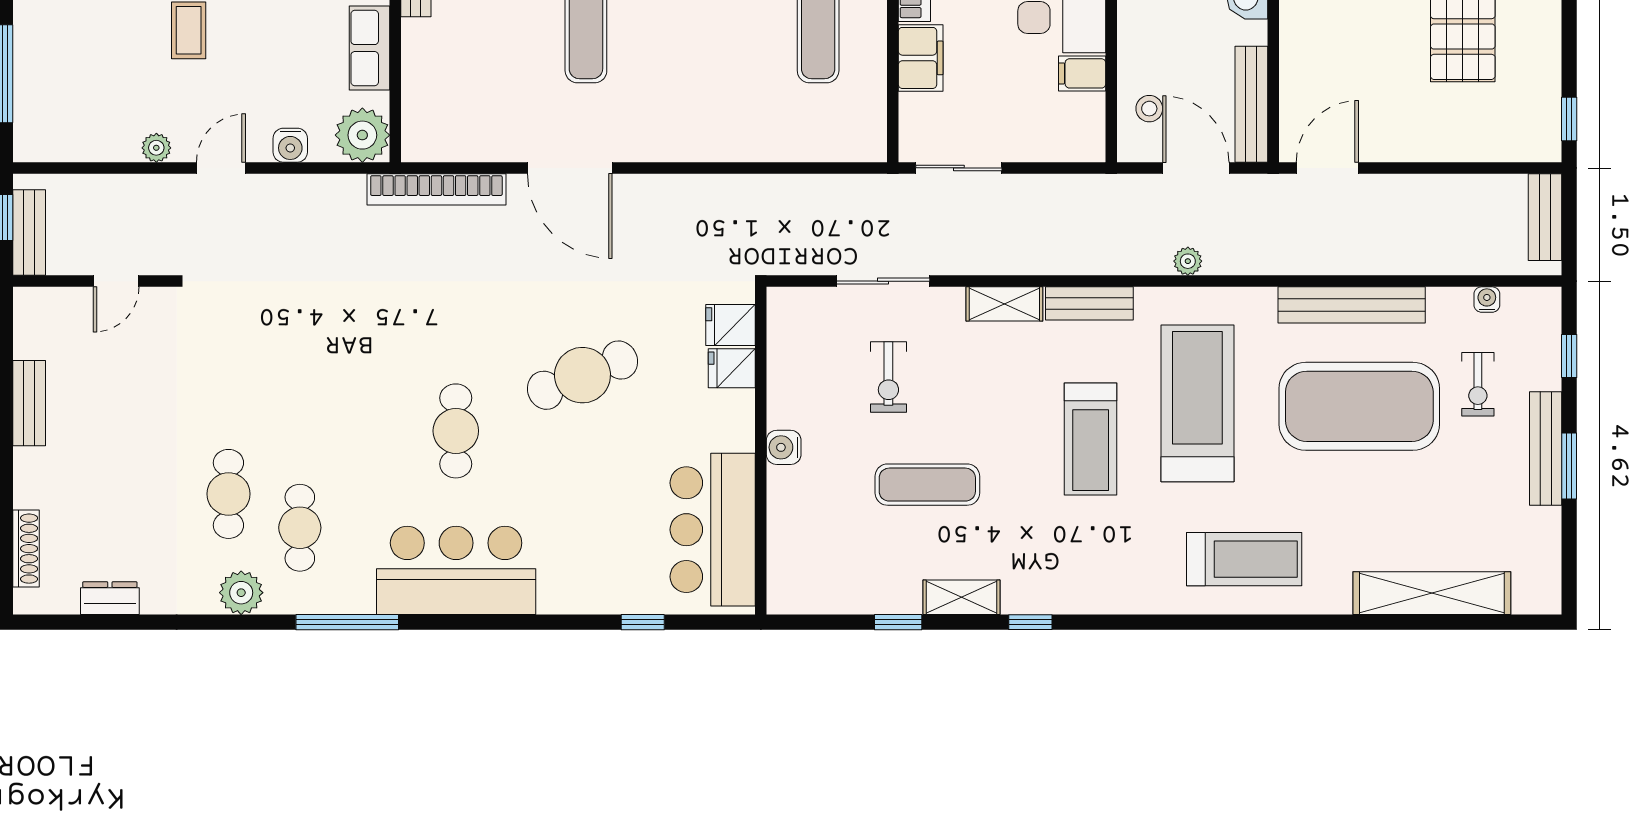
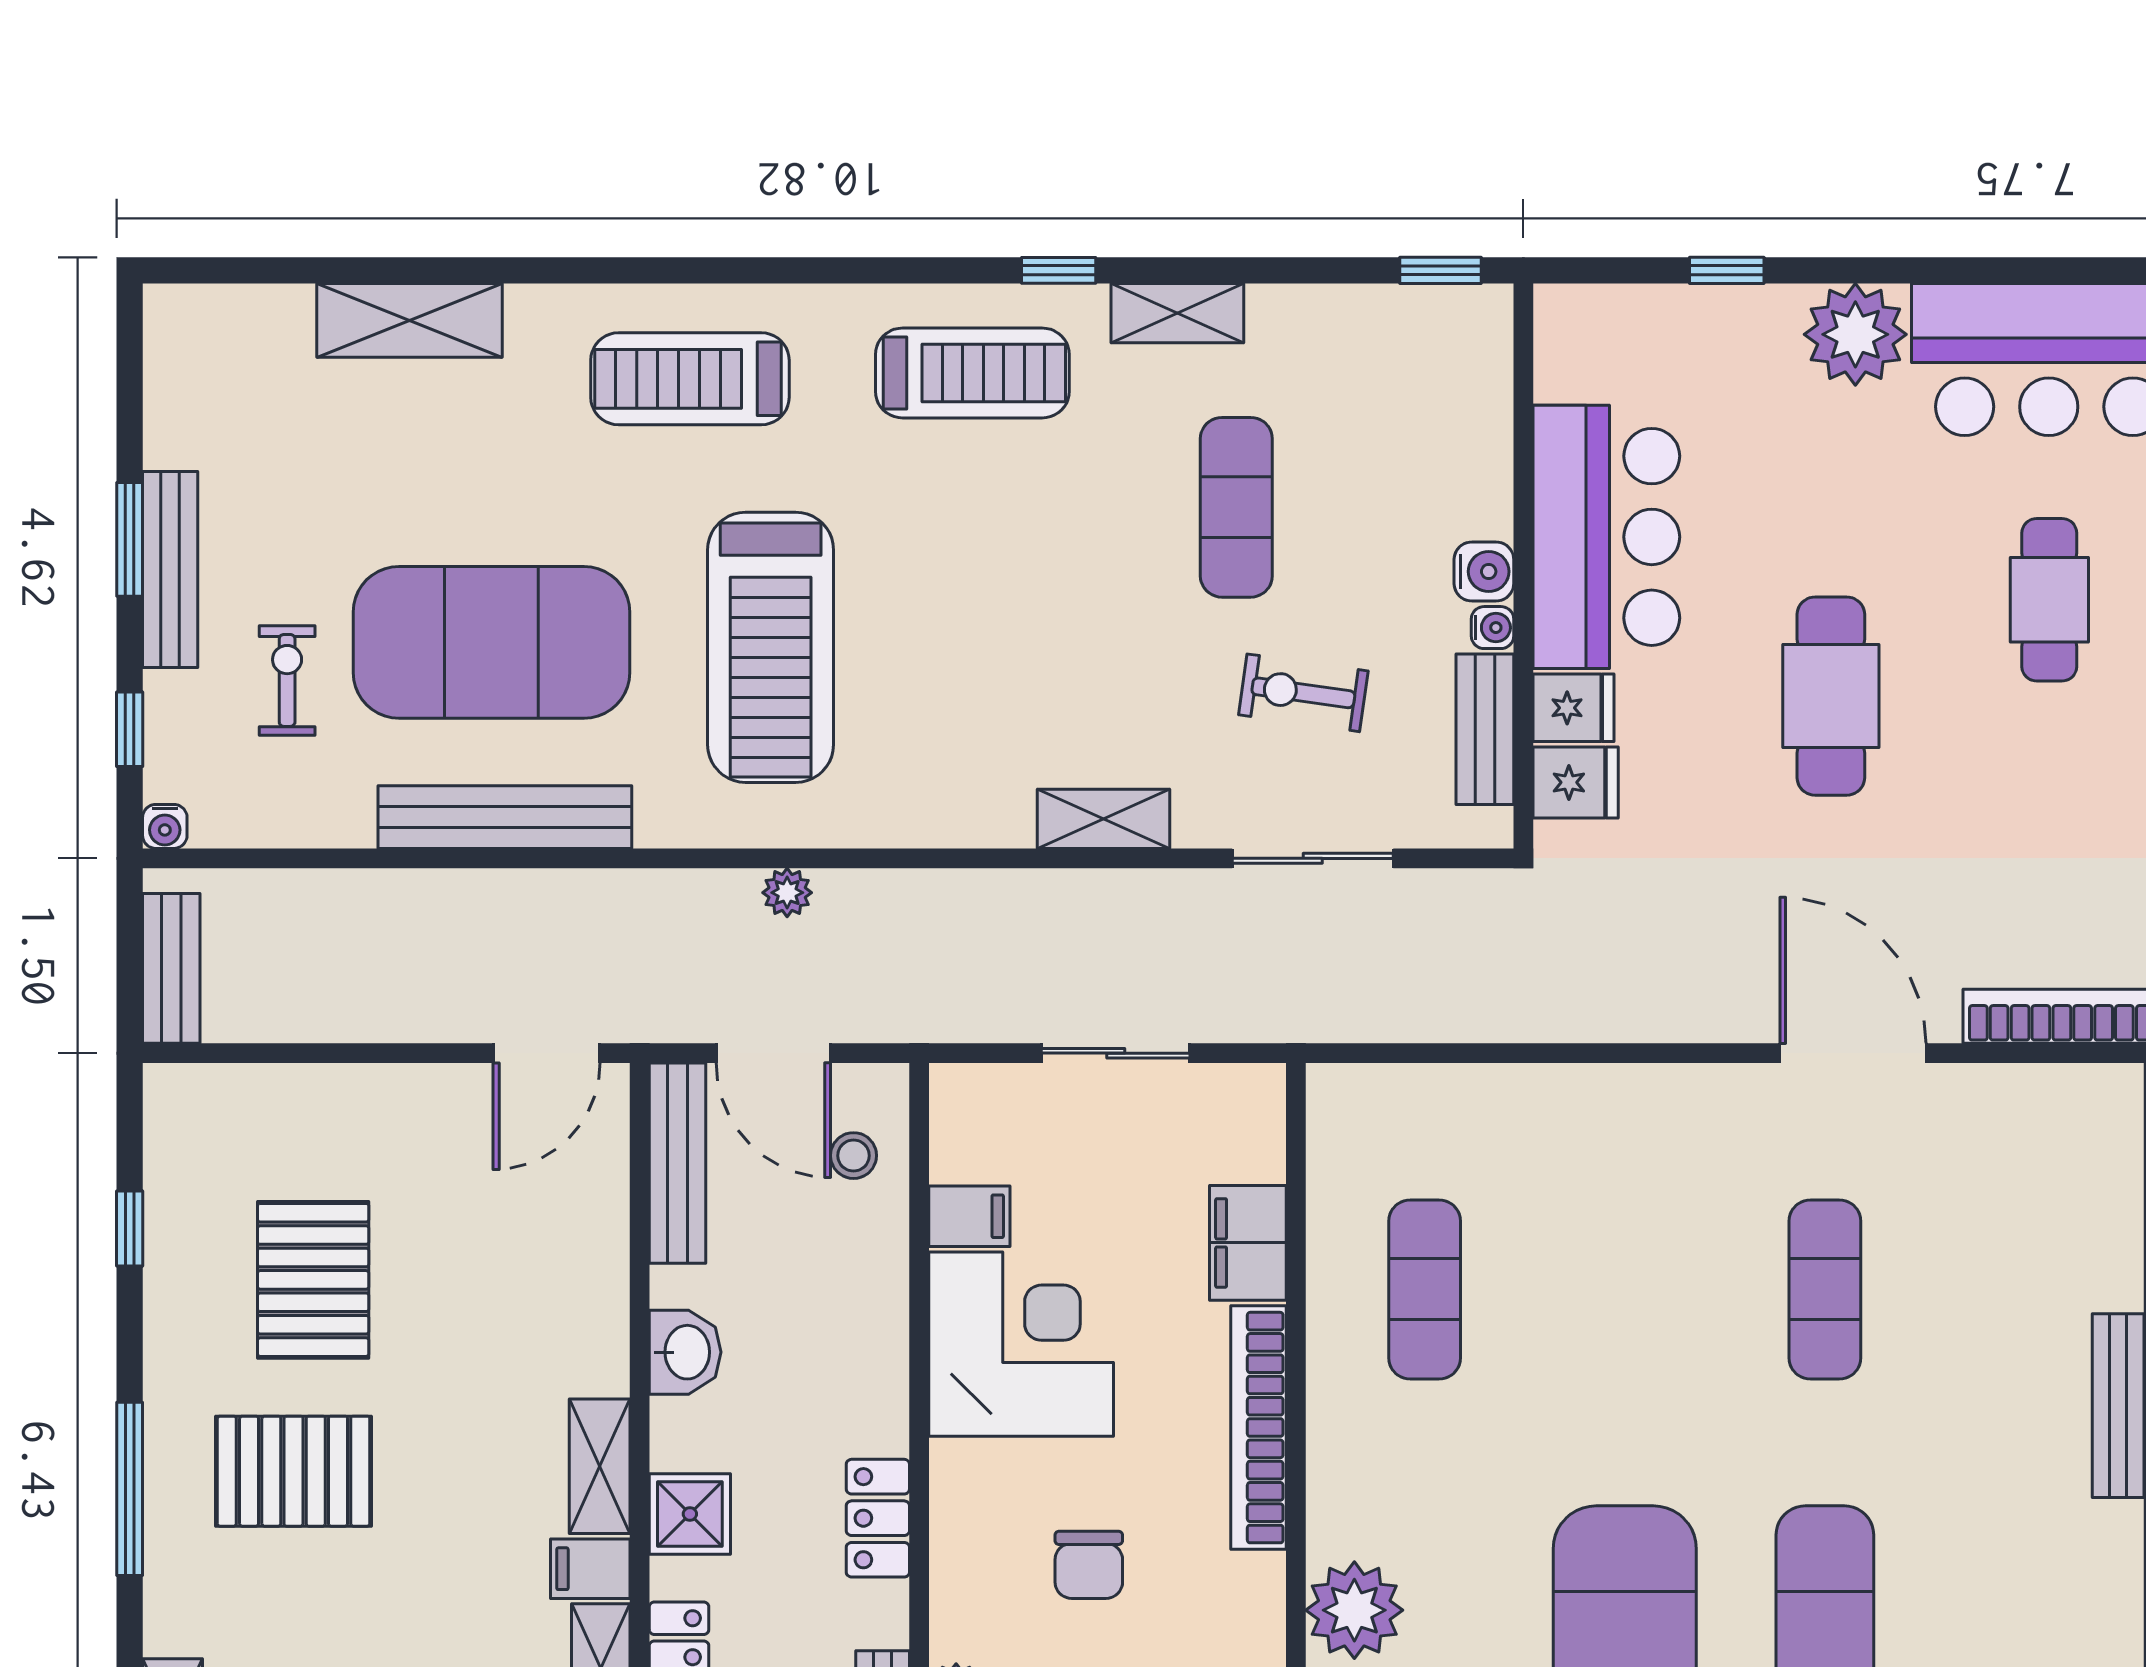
window: (1569, 119) -> (130, 1228), moved
sliding door: (959, 168) -> (1116, 1053), moved
water cooler: (1487, 300) -> (165, 826), moved
bench: (1089, 303) -> (1485, 729), moved, turned 90
cafe table: (582, 375) -> (1831, 696), turned -68
exercise bike: (888, 377) -> (1303, 693), turned -82
water cooler: (779, 415) -> (1493, 628), added
treadmill: (1091, 439) -> (972, 373), moved, turned 90
exercise mat: (927, 485) -> (1236, 507), turned 90
bar counter: (713, 530) -> (1606, 537), moved
plant: (568, 585) -> (1855, 334), added
shelving: (1432, 593) -> (410, 320), width x0.68
window: (898, 622) -> (1441, 270), moved

